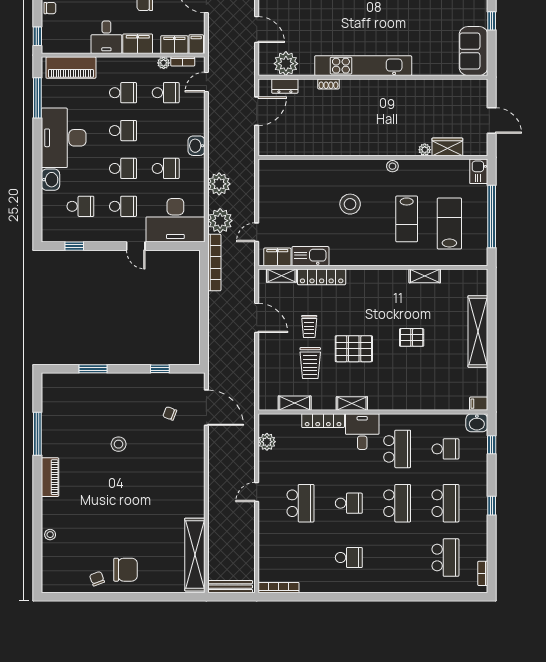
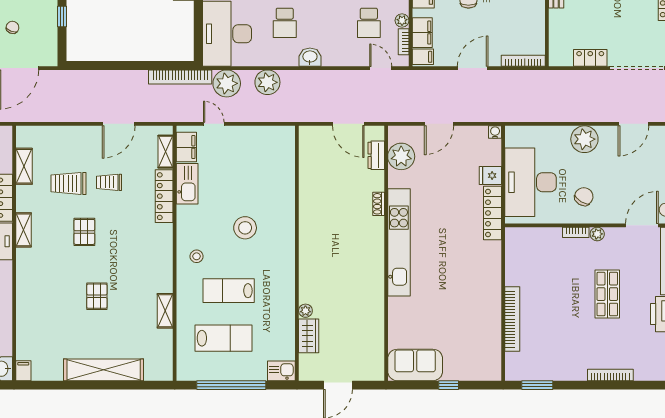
stool: (392, 166) -> (197, 256), moved
pallet: (354, 349) -> (84, 232), width x0.67, depth x0.71

